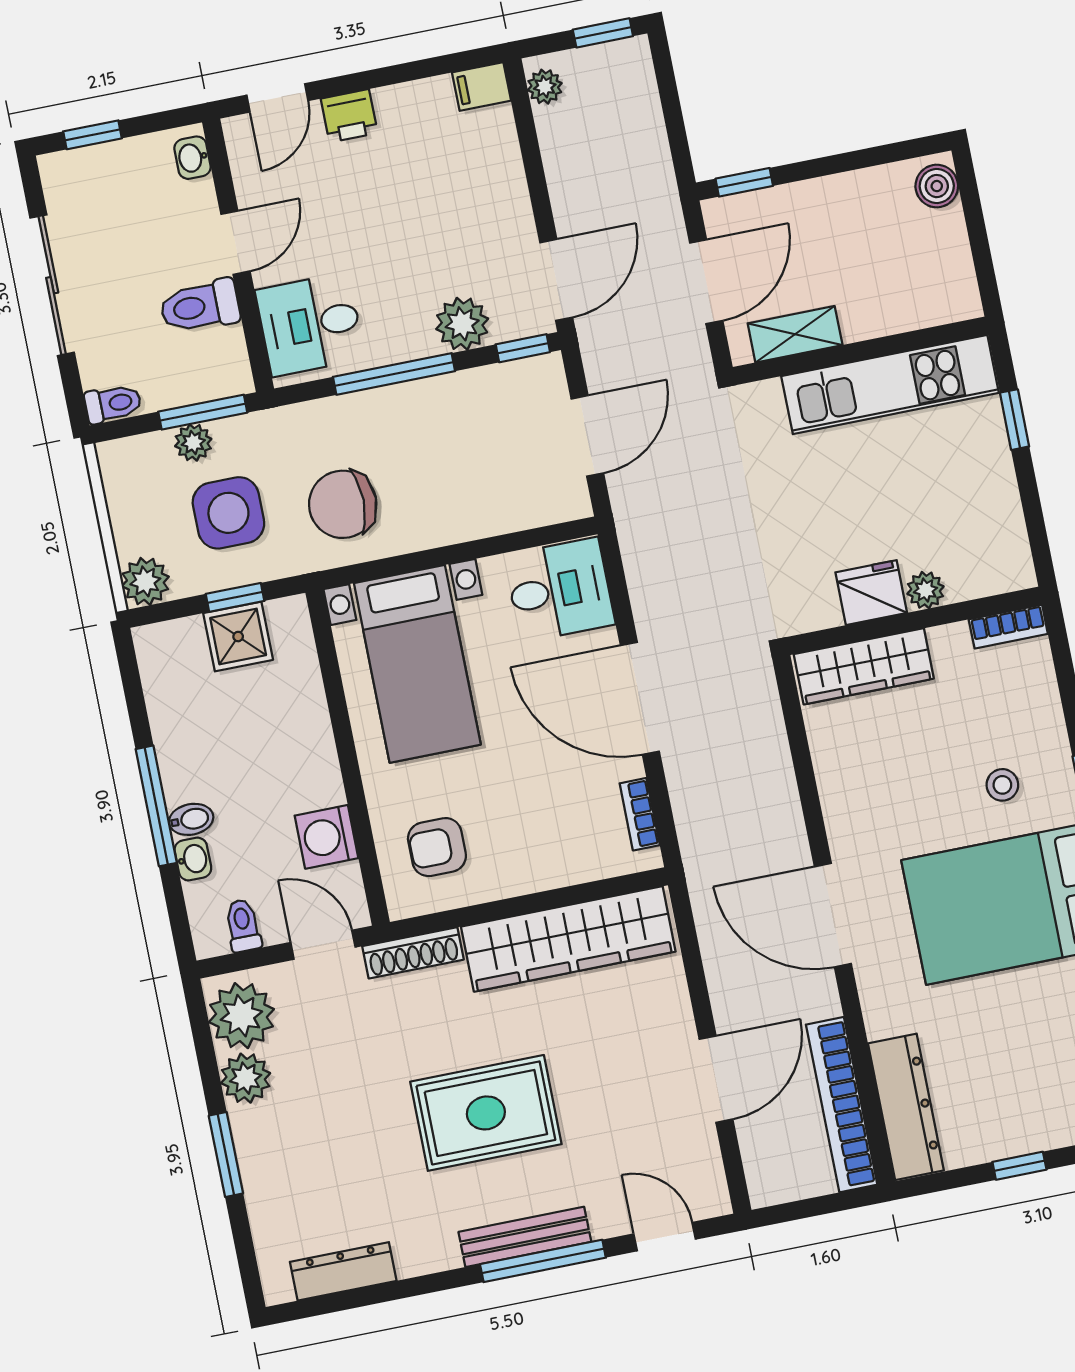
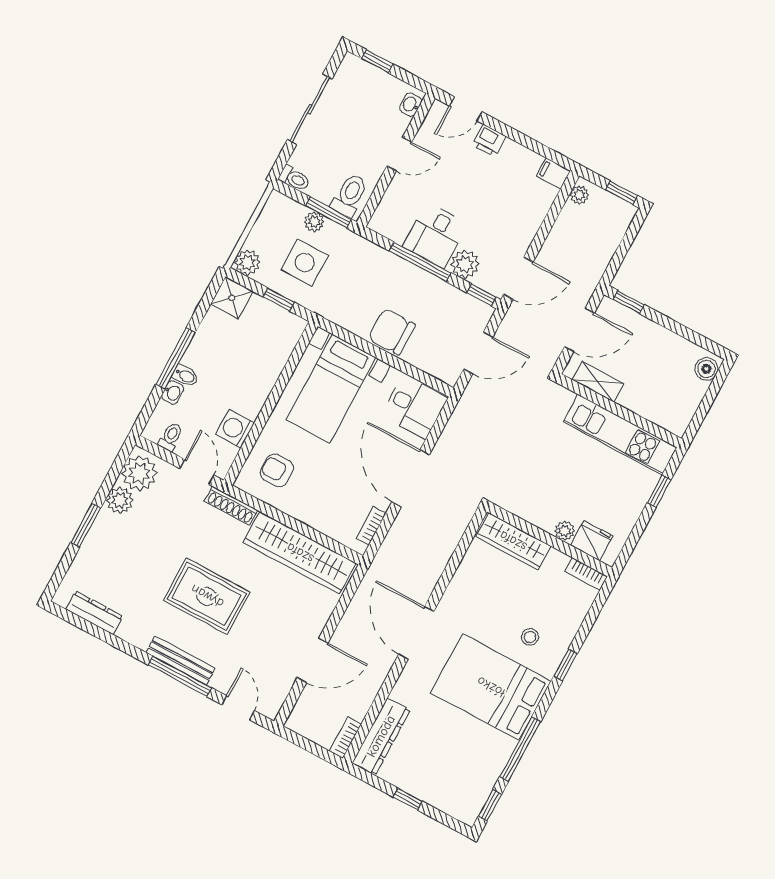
toilet: (200, 306) -> (350, 195), moved, turned 90
desk: (310, 324) -> (435, 235), moved, turned -90
chair: (343, 504) -> (392, 332), moved
fridge: (871, 593) -> (592, 541), moved
shower: (238, 637) -> (232, 298), moved
bookcase: (842, 1105) -> (345, 738), width x0.43, depth x0.76

